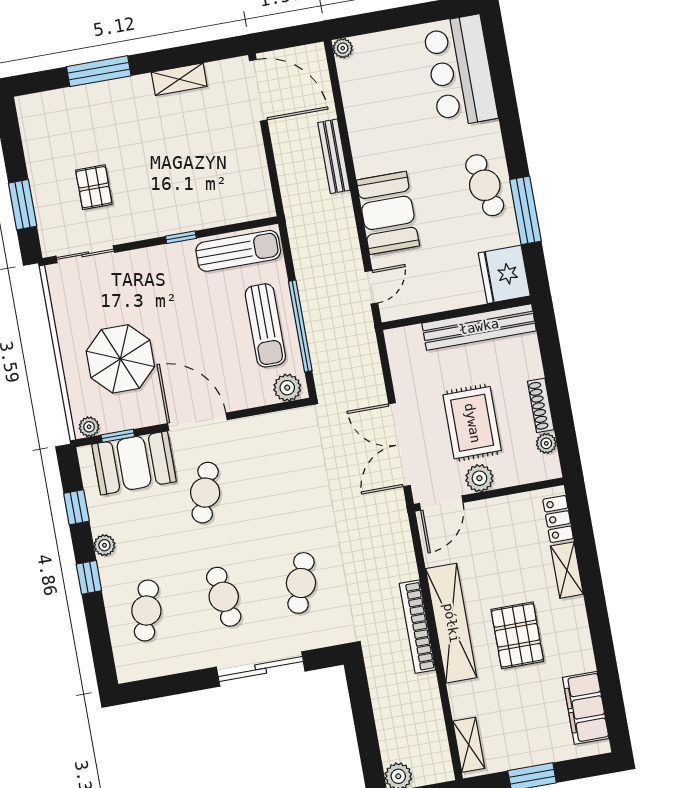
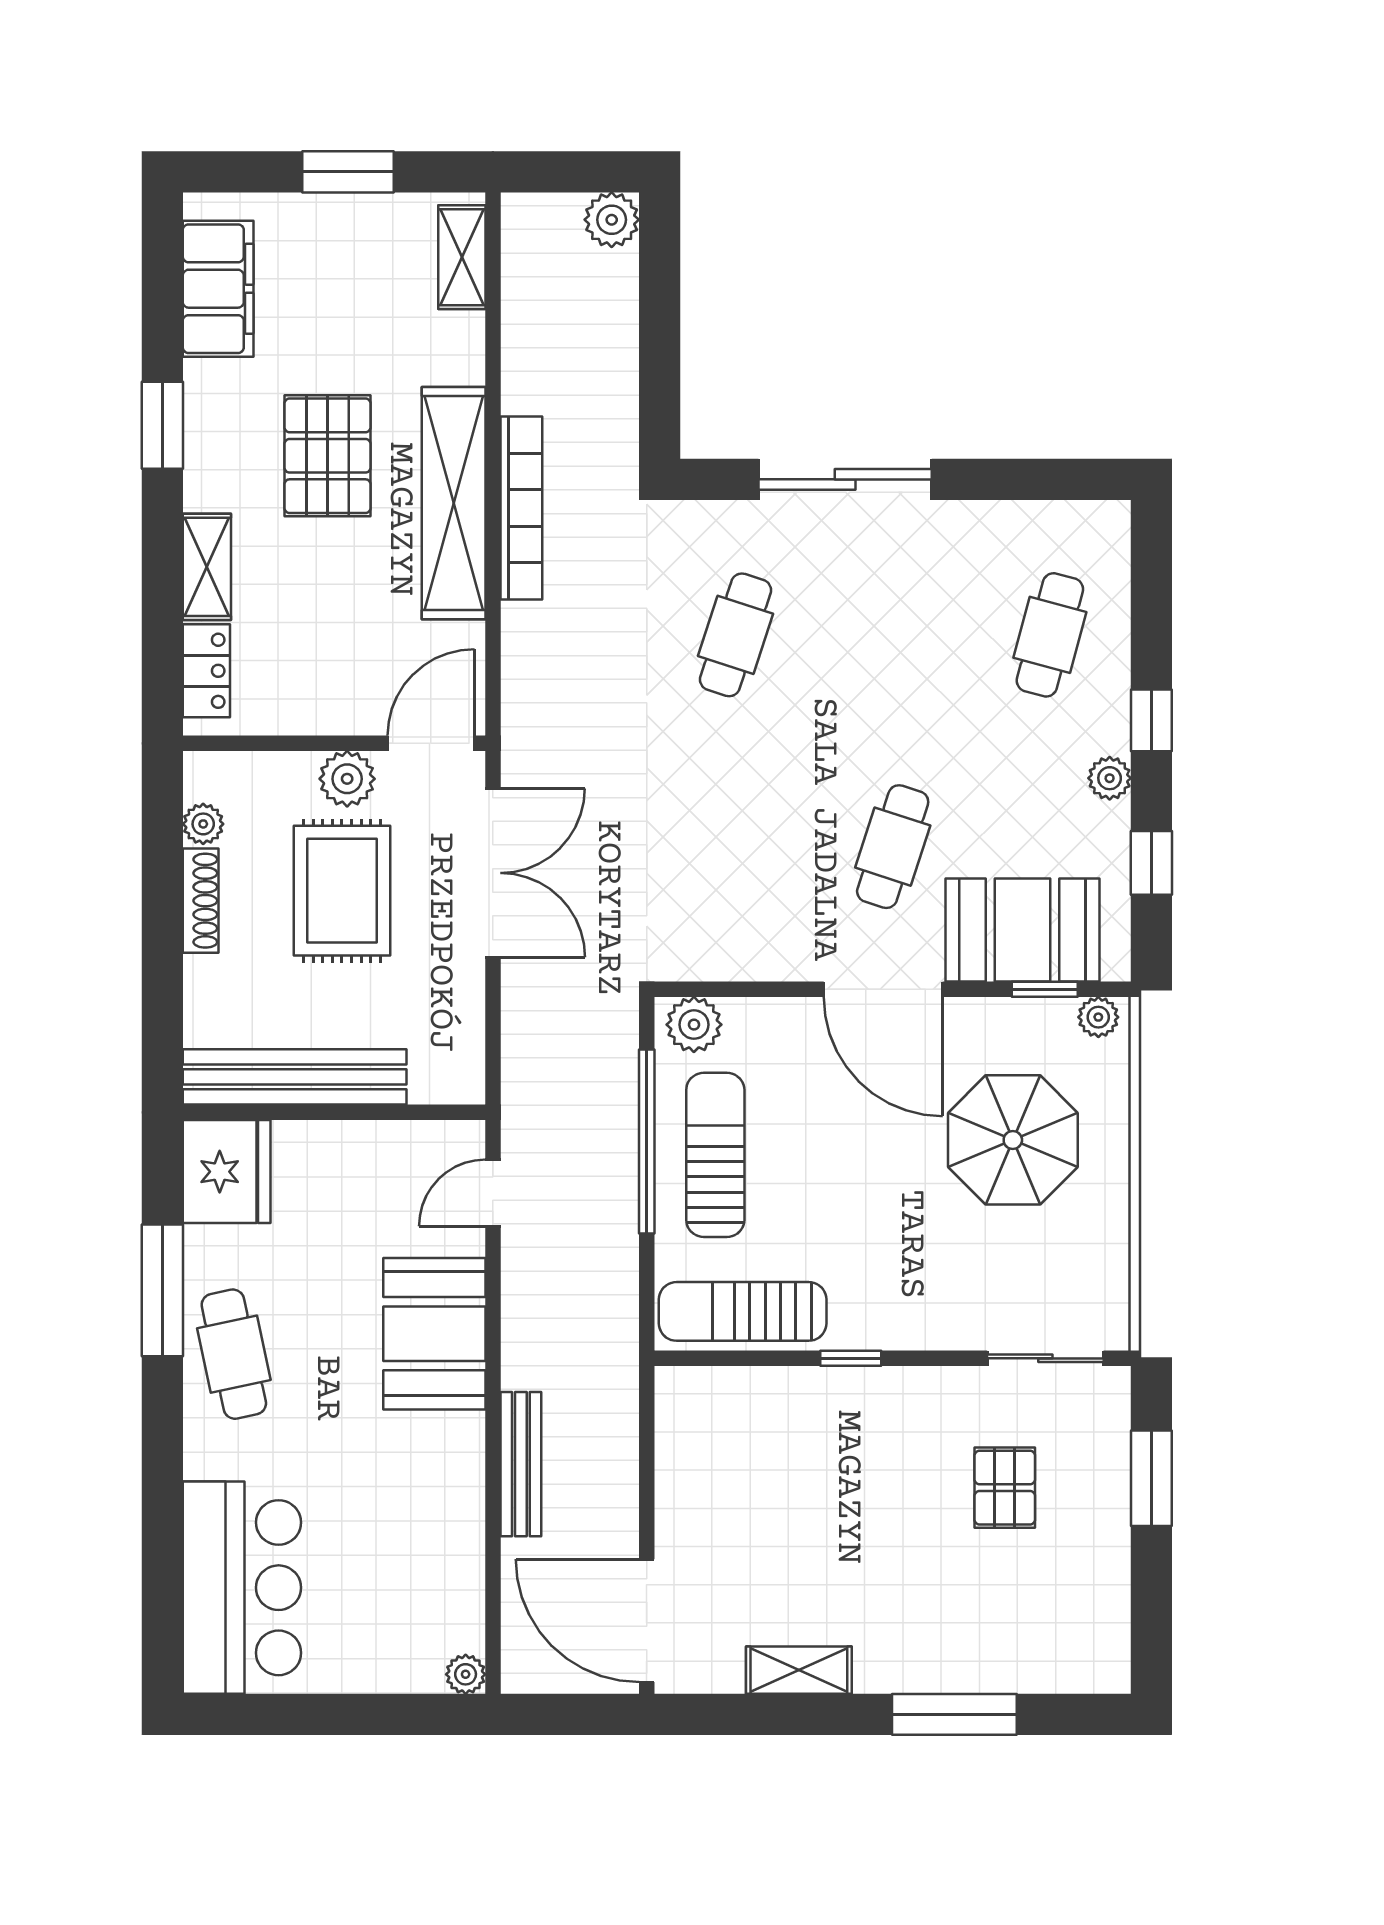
cafe table: (224, 597) -> (893, 635), removed
window: (601, 636) -> (162, 425), added

